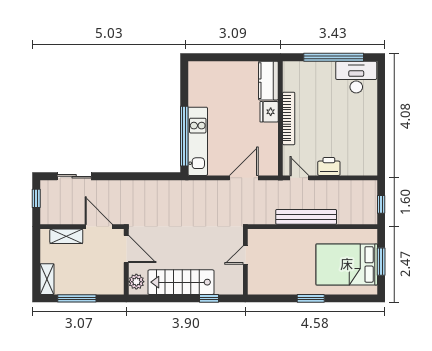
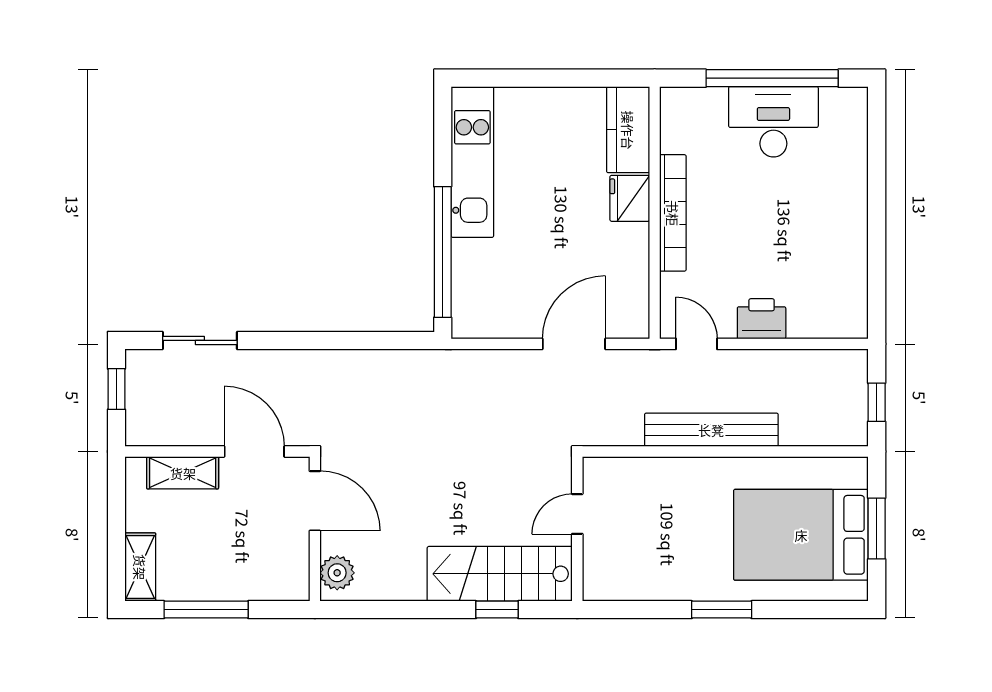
desk: (356, 77) -> (773, 122), moved
kitchen unit: (198, 141) -> (472, 162), moved
stairs: (181, 282) -> (500, 574), moved

